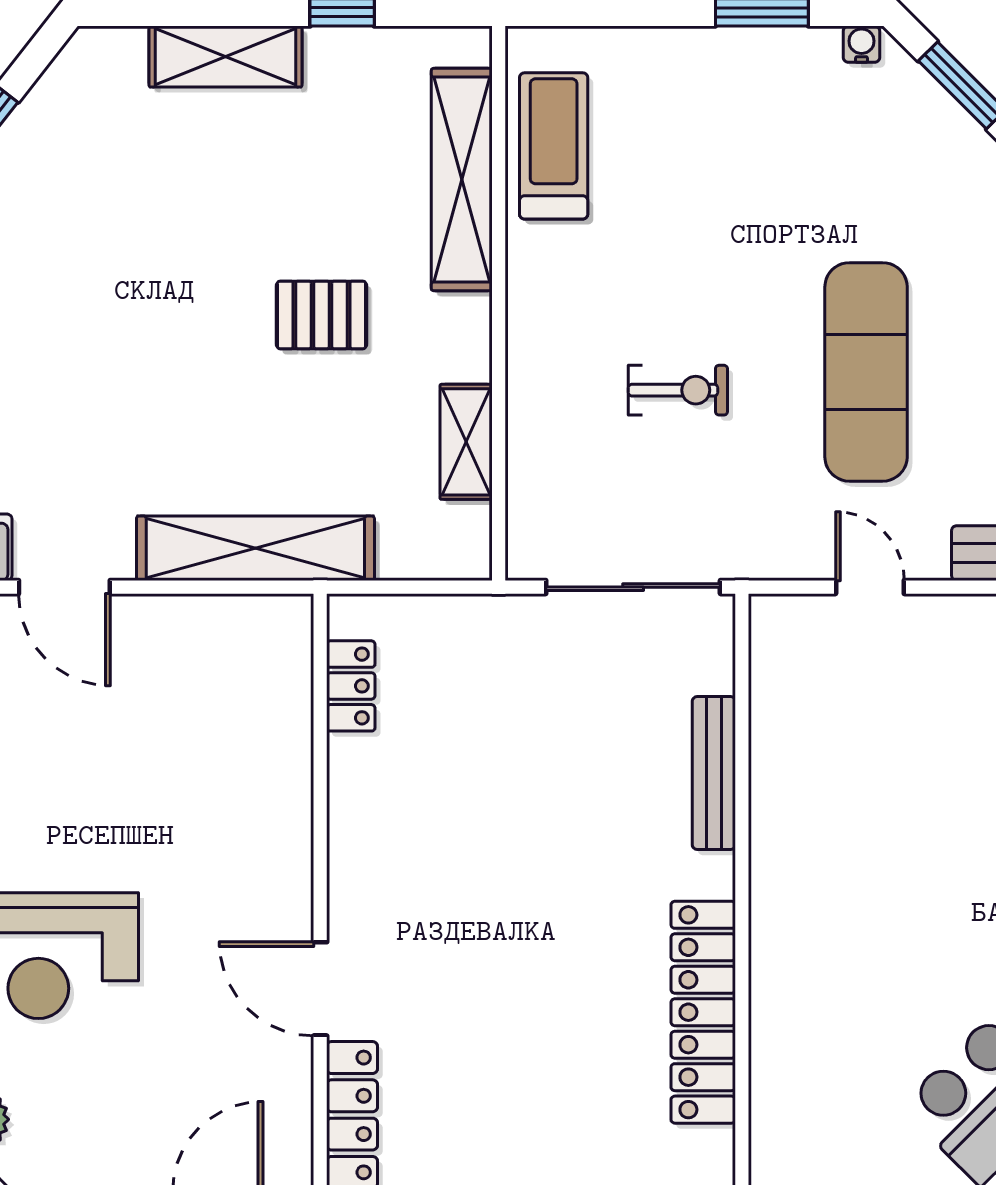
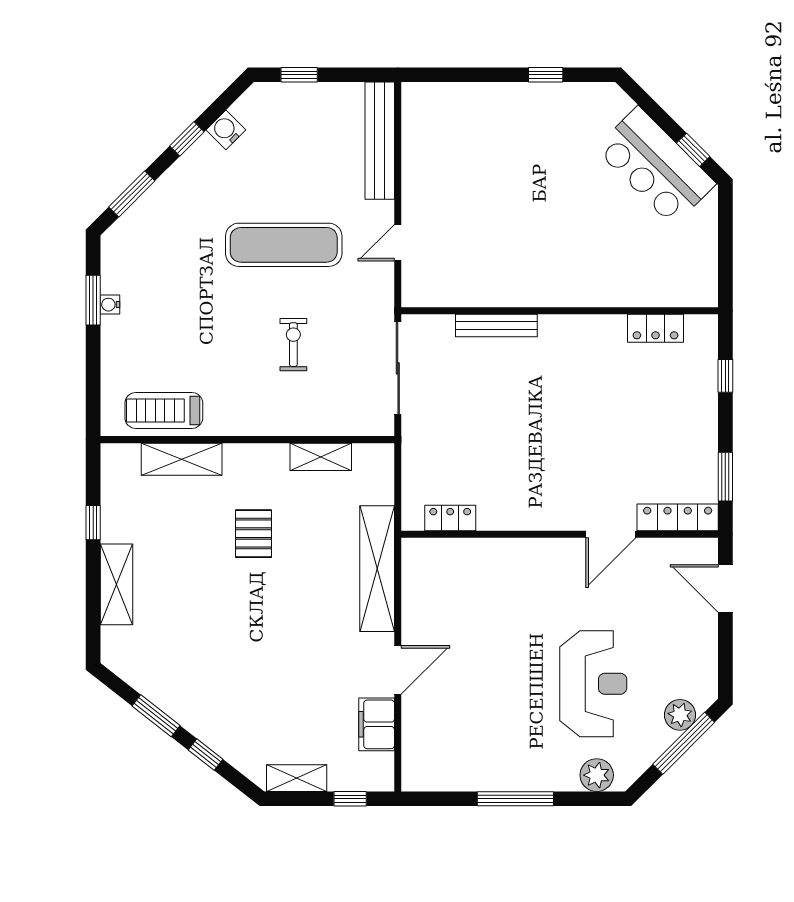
water cooler: (862, 44) -> (110, 305), moved
shelving: (462, 180) -> (182, 459), width x0.68
locker: (703, 1012) -> (656, 328), width x0.46, depth x0.83

